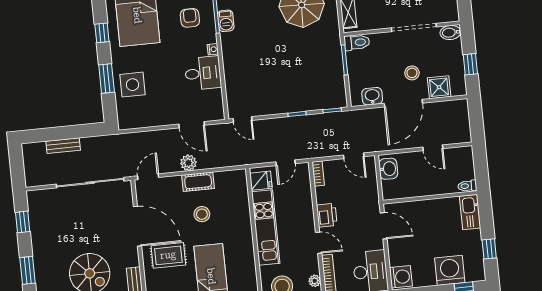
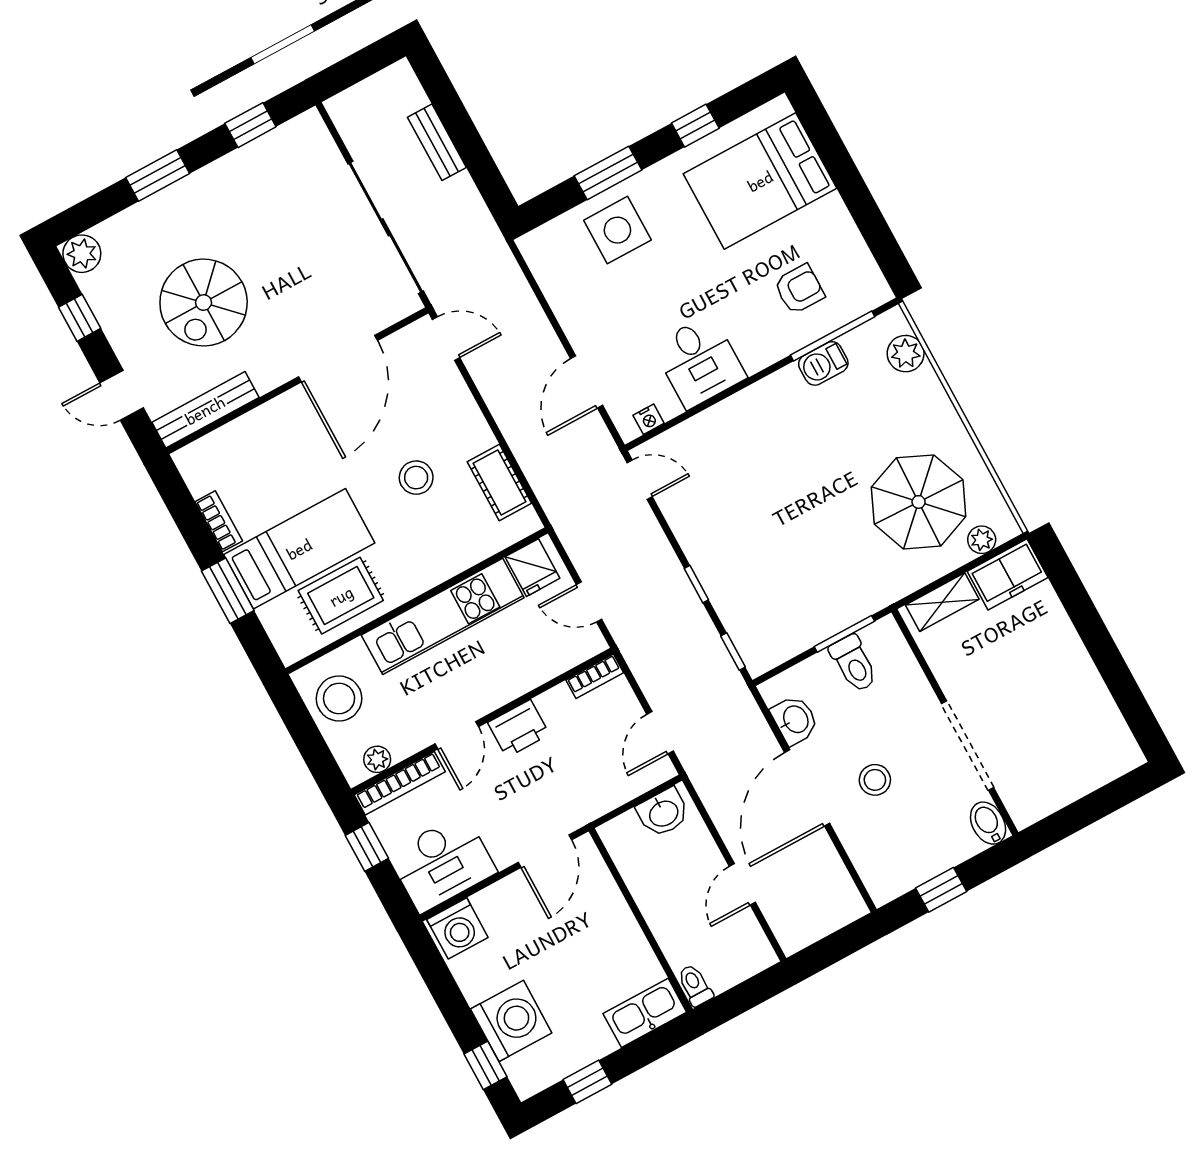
toilet: (357, 42) -> (854, 664), moved
nightstand: (213, 49) -> (649, 419), moved
shower: (439, 87) -> (869, 846), removed
door: (403, 103) -> (807, 788), hinge flipped
door: (243, 120) -> (640, 480), swing flipped
plant: (188, 163) -> (508, 408), removed
cot: (198, 182) -> (499, 483), moved
rug: (168, 255) -> (341, 596), moved, turned 90

